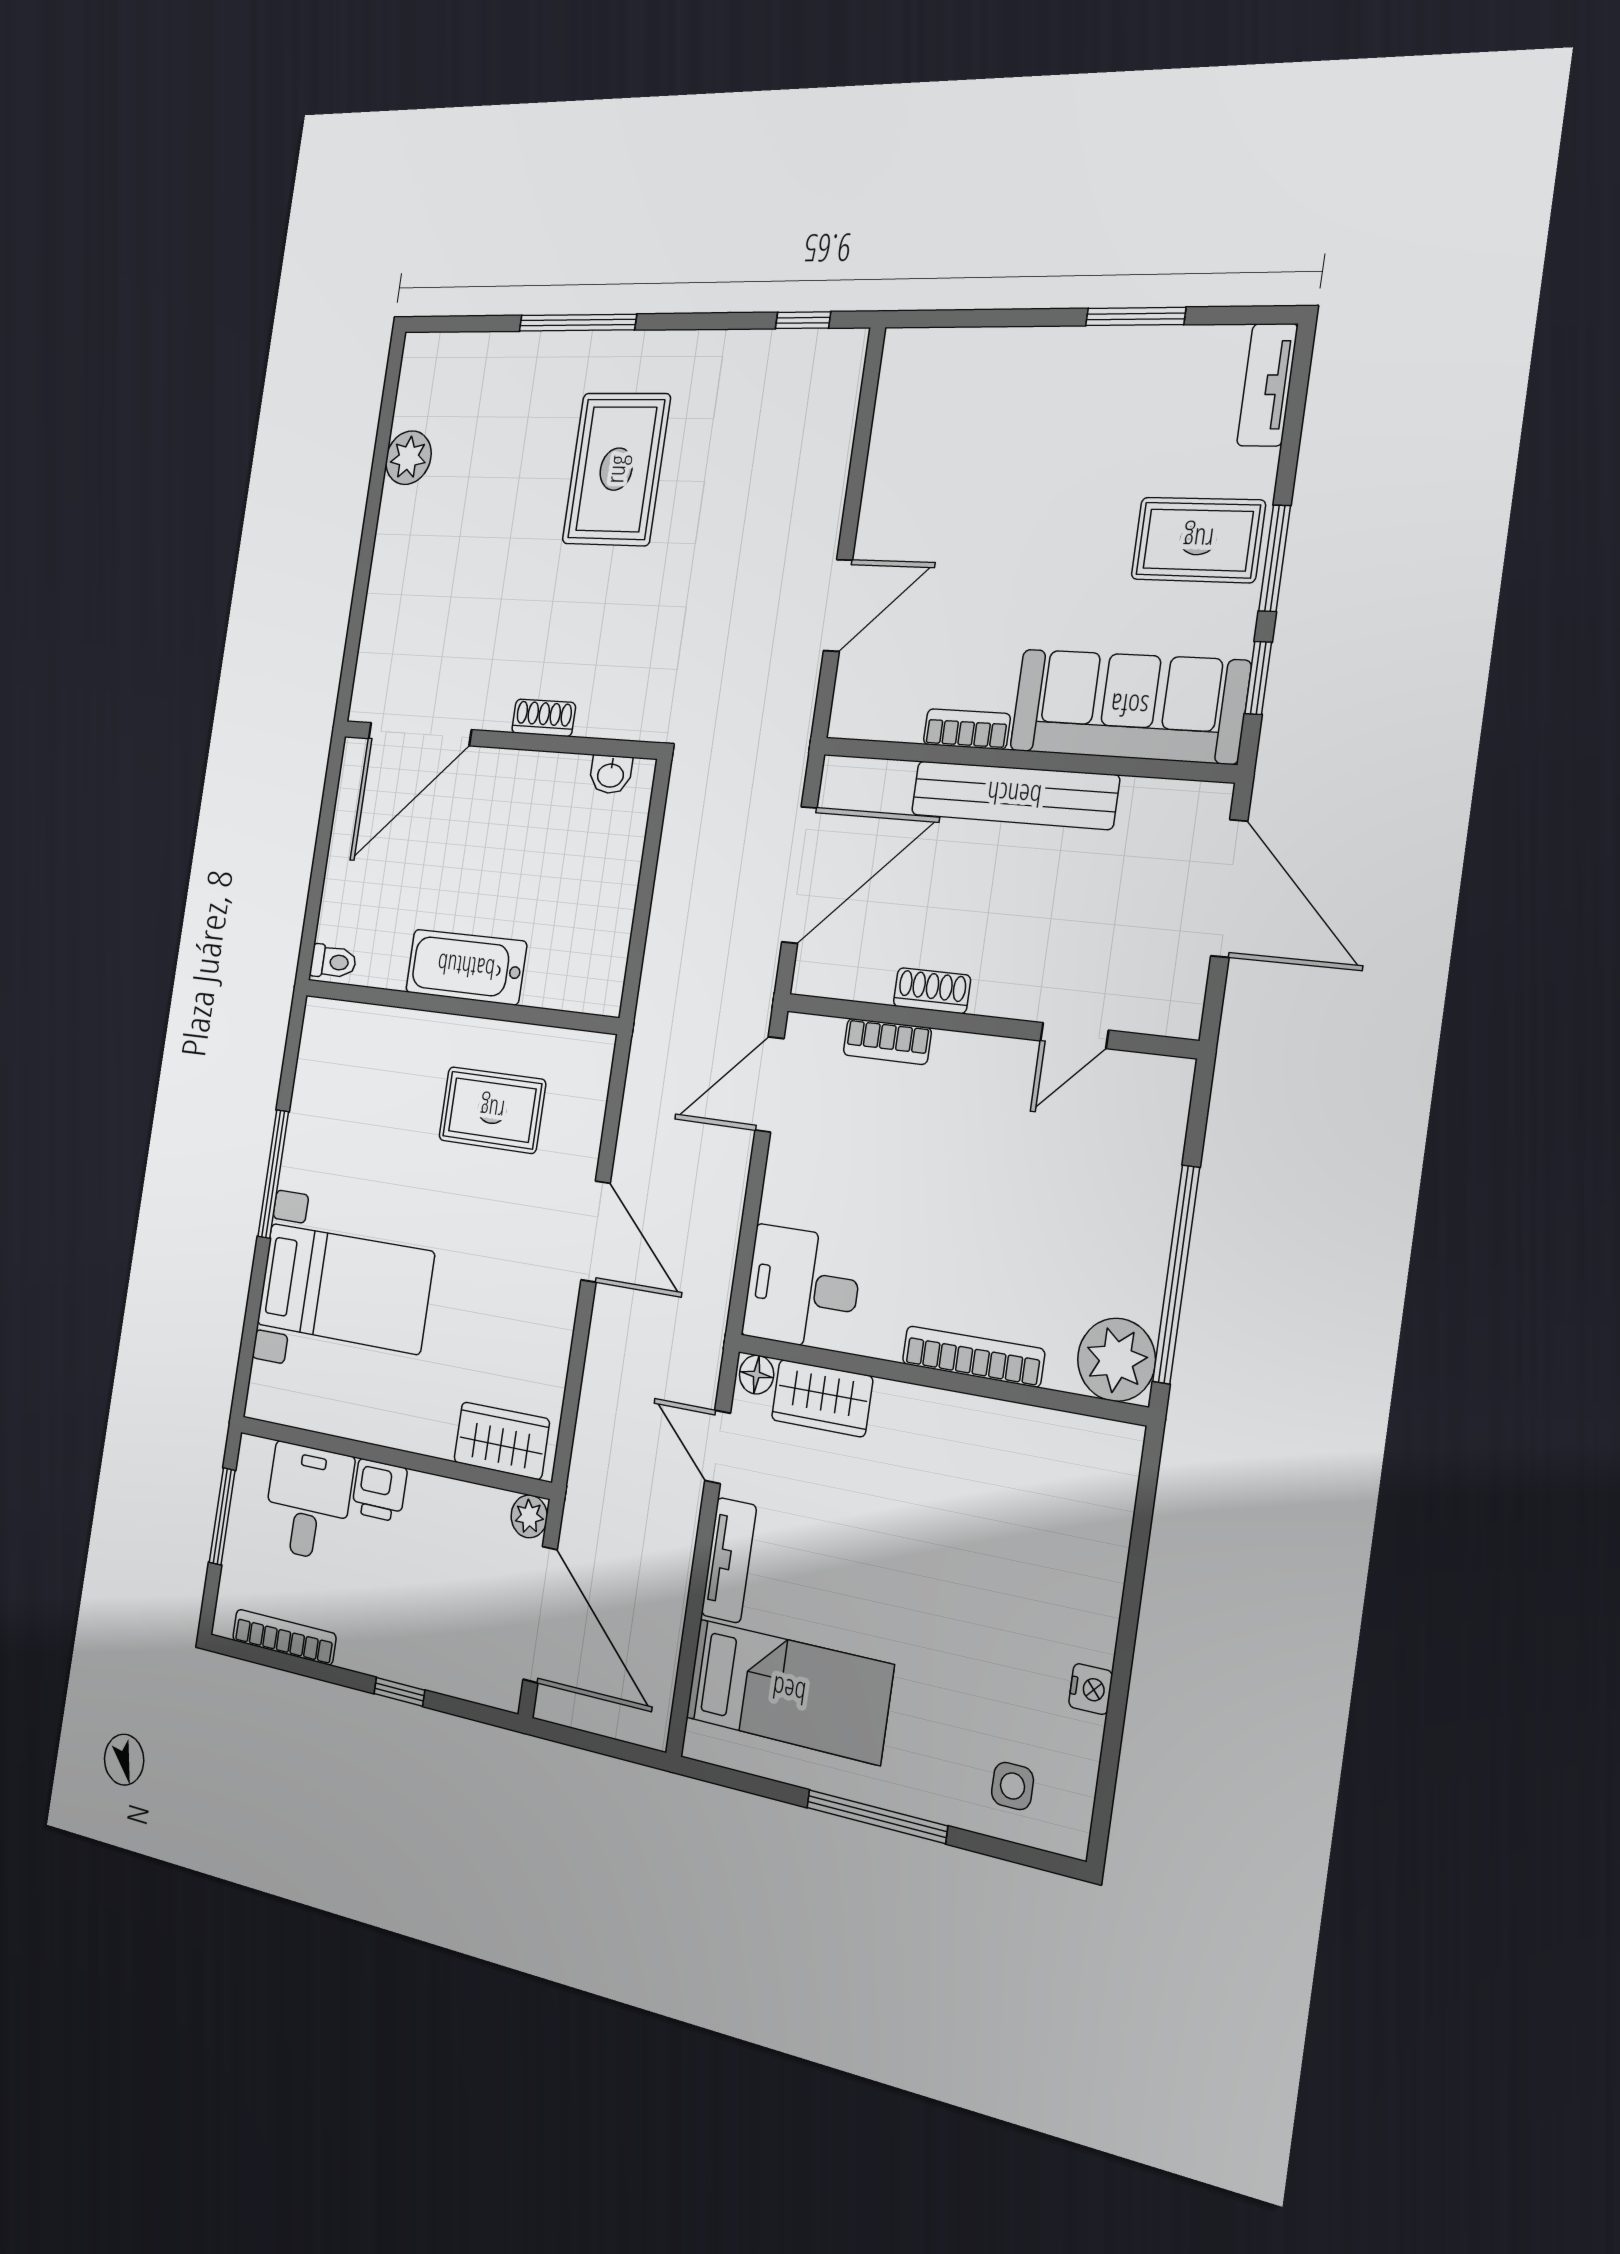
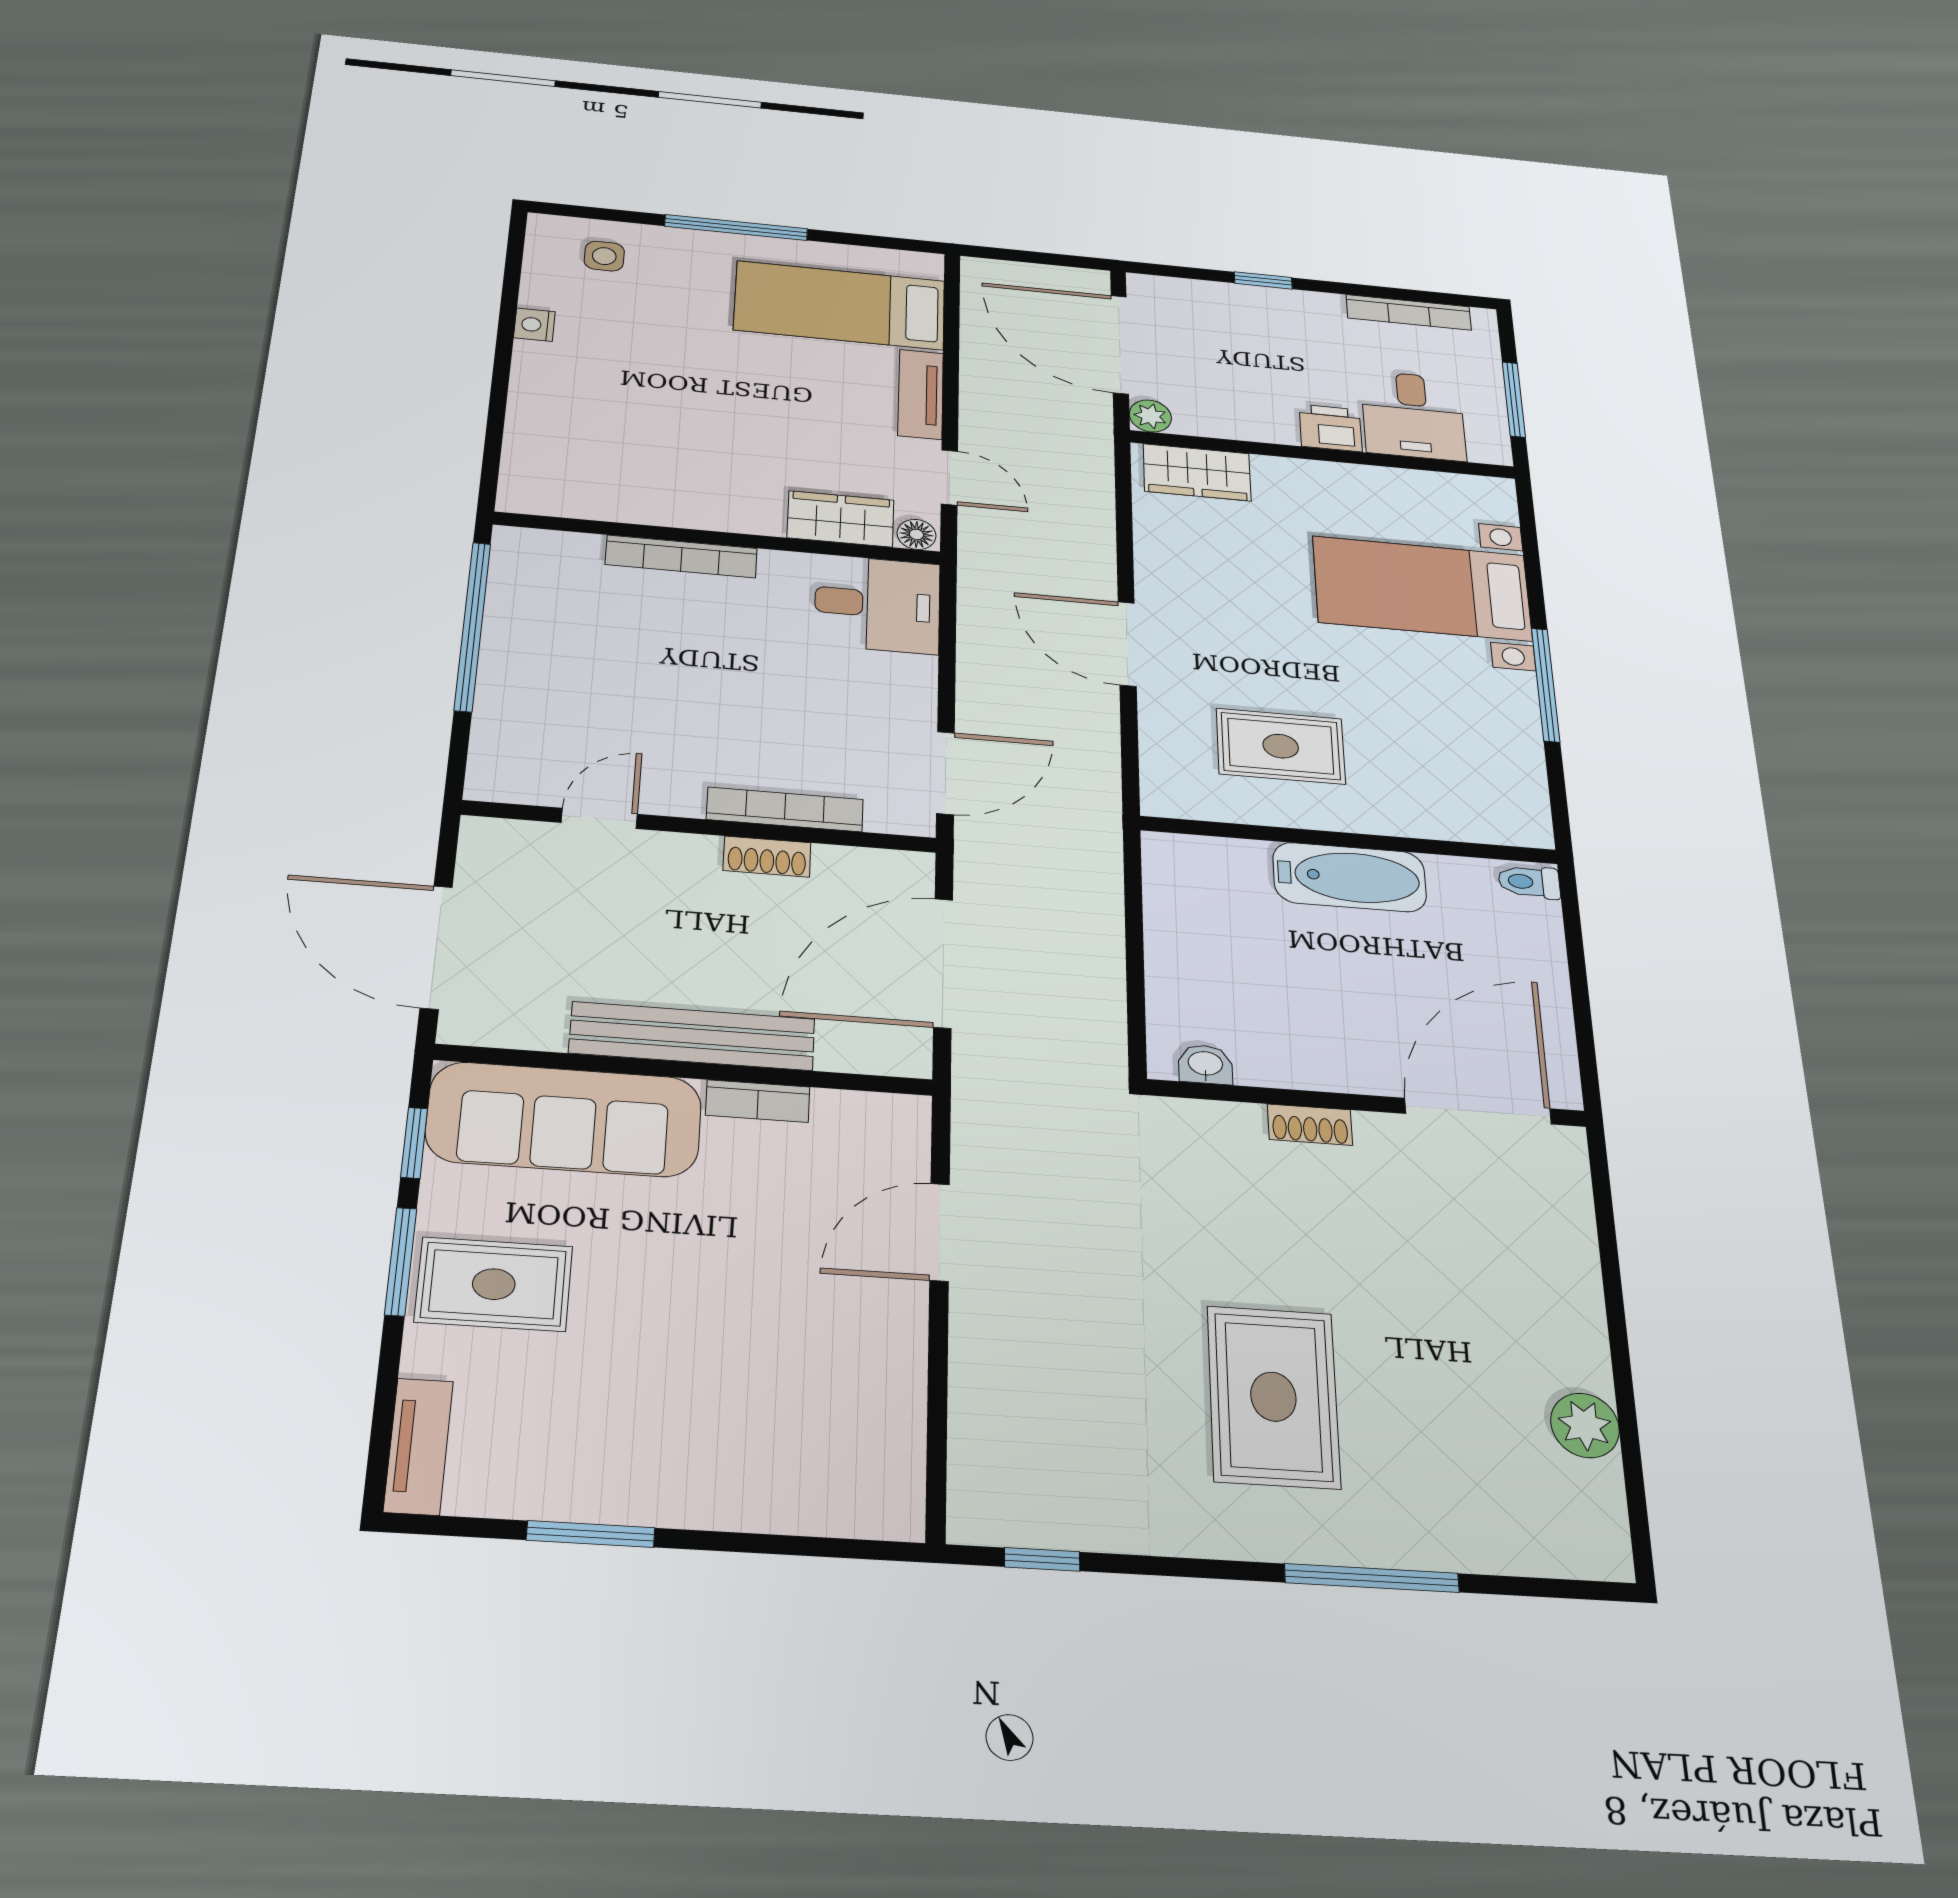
bookcase: (887, 1041) -> (785, 809), width x1.56
plant: (1116, 1360) -> (530, 559), removed

